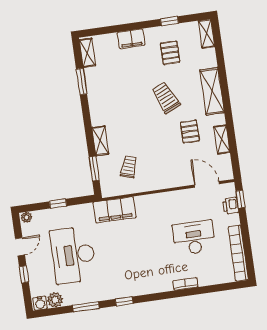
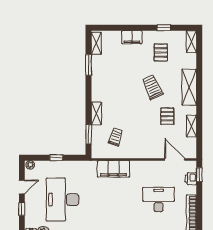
filing cabinet: (115, 210) -> (113, 169), moved

